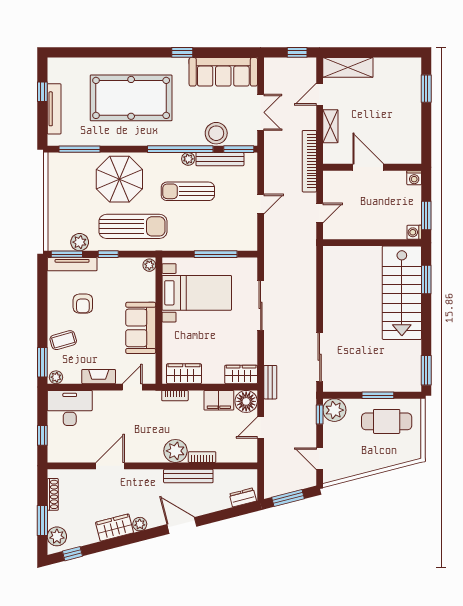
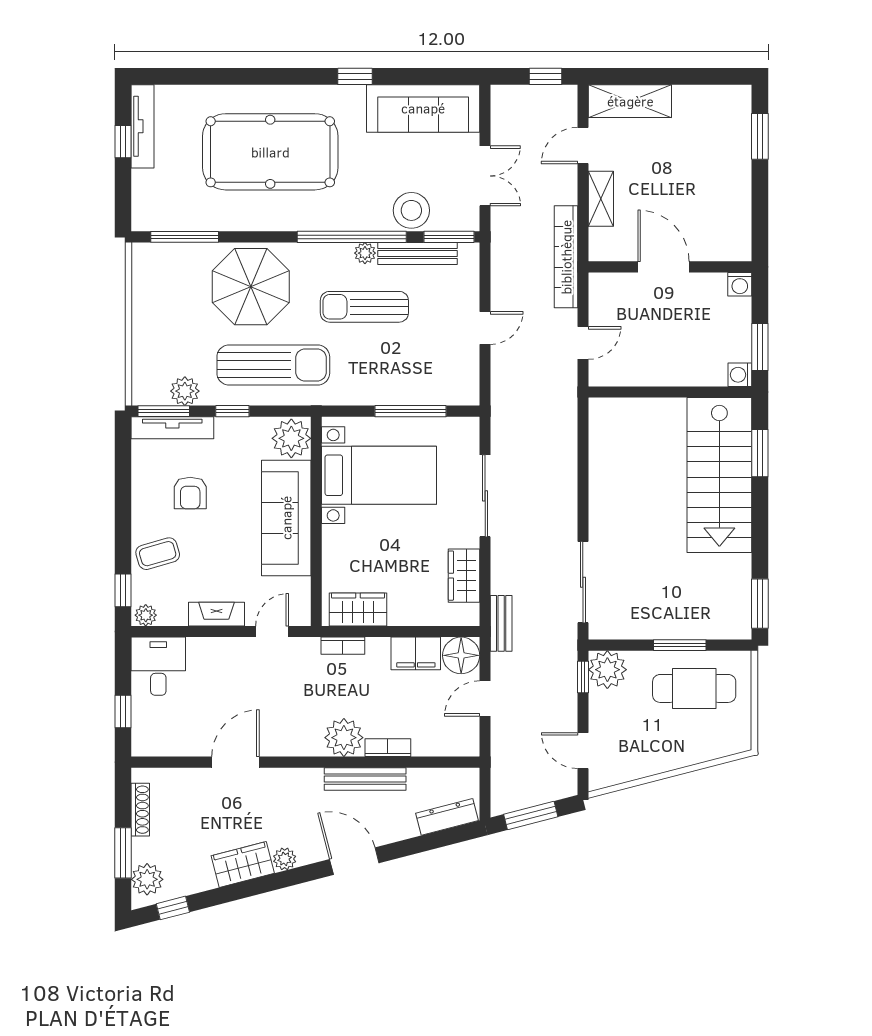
tv unit: (54, 109) -> (143, 126), moved
plant: (149, 265) -> (291, 438), width x1.88, depth x1.88
sofa: (141, 328) -> (286, 518), width x1.36
window: (42, 362) -> (123, 590), width x0.67
wardrobe: (241, 374) -> (464, 576), moved, turned -90
desk: (70, 408) -> (158, 666), width x0.73
dresser: (243, 497) -> (447, 817), width x1.44

